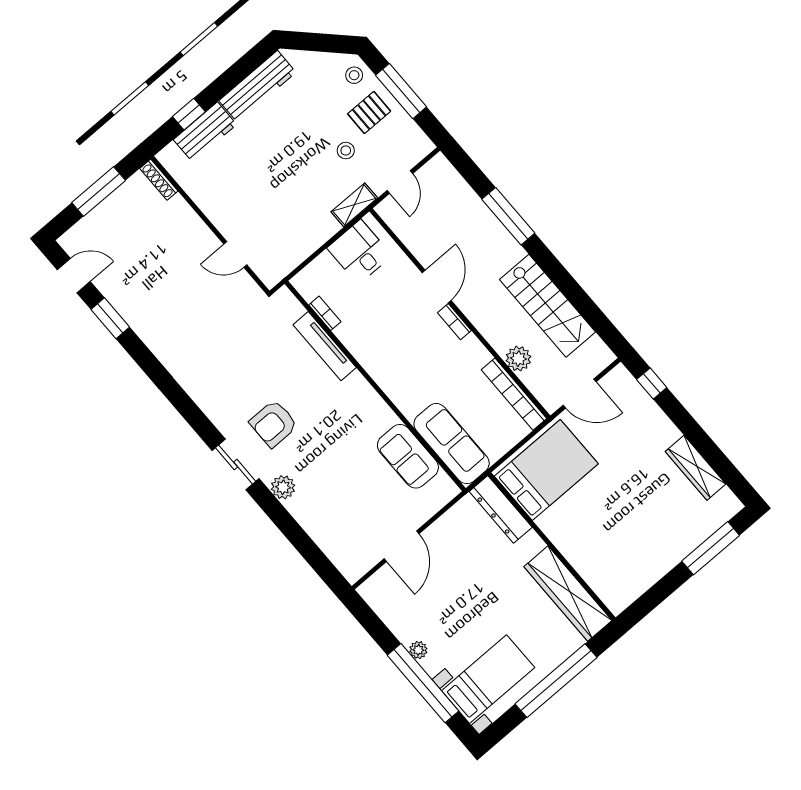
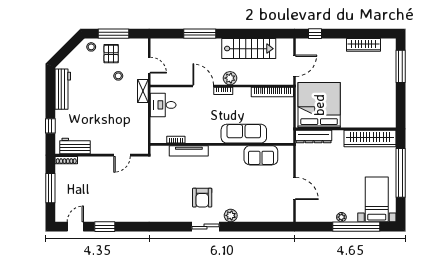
workbench: (205, 132) -> (75, 146), moved, turned -90
plant: (518, 359) -> (230, 78), moved
sofa: (452, 444) -> (244, 134), moved
bed: (546, 470) -> (319, 105), width x1.36

